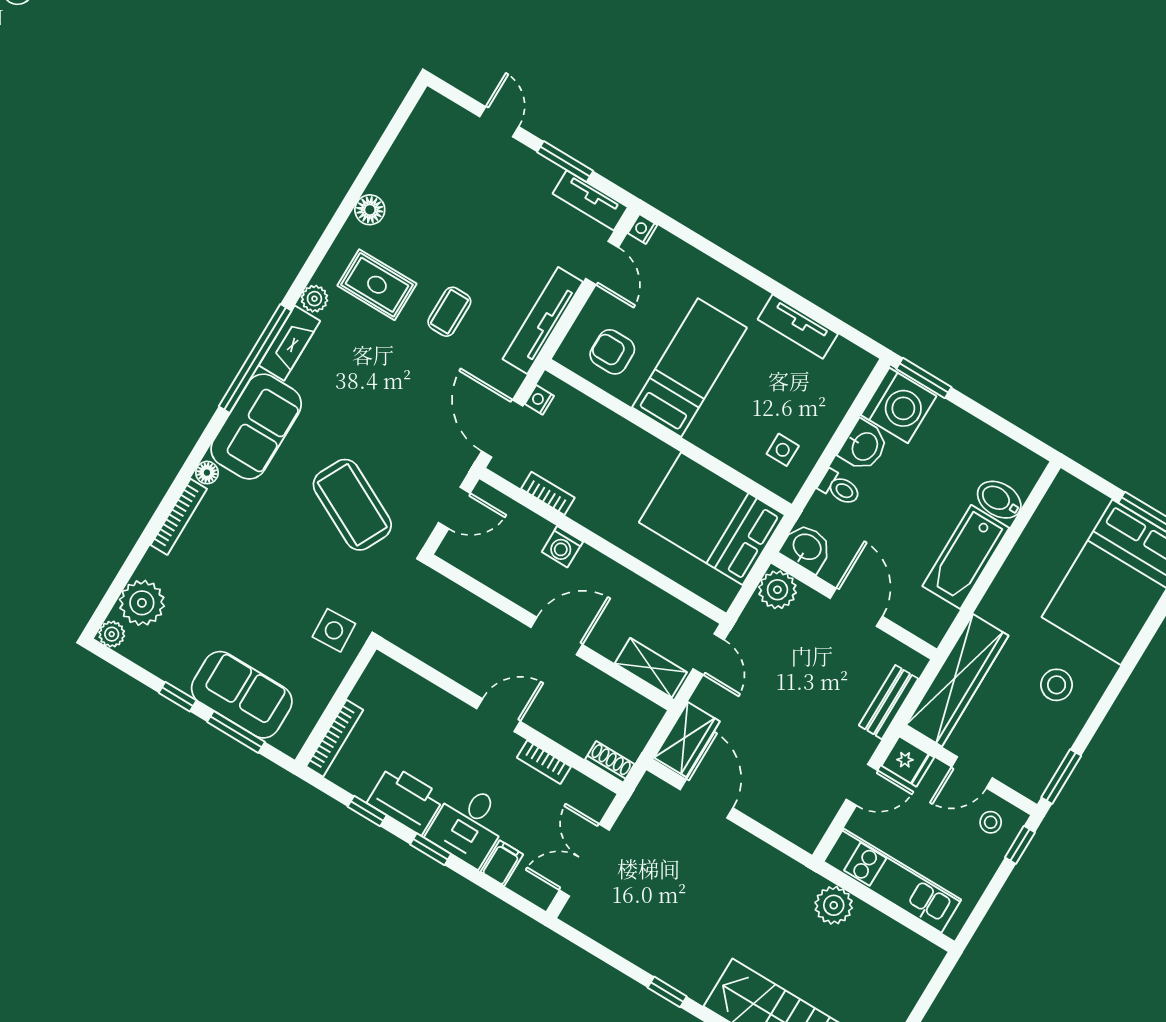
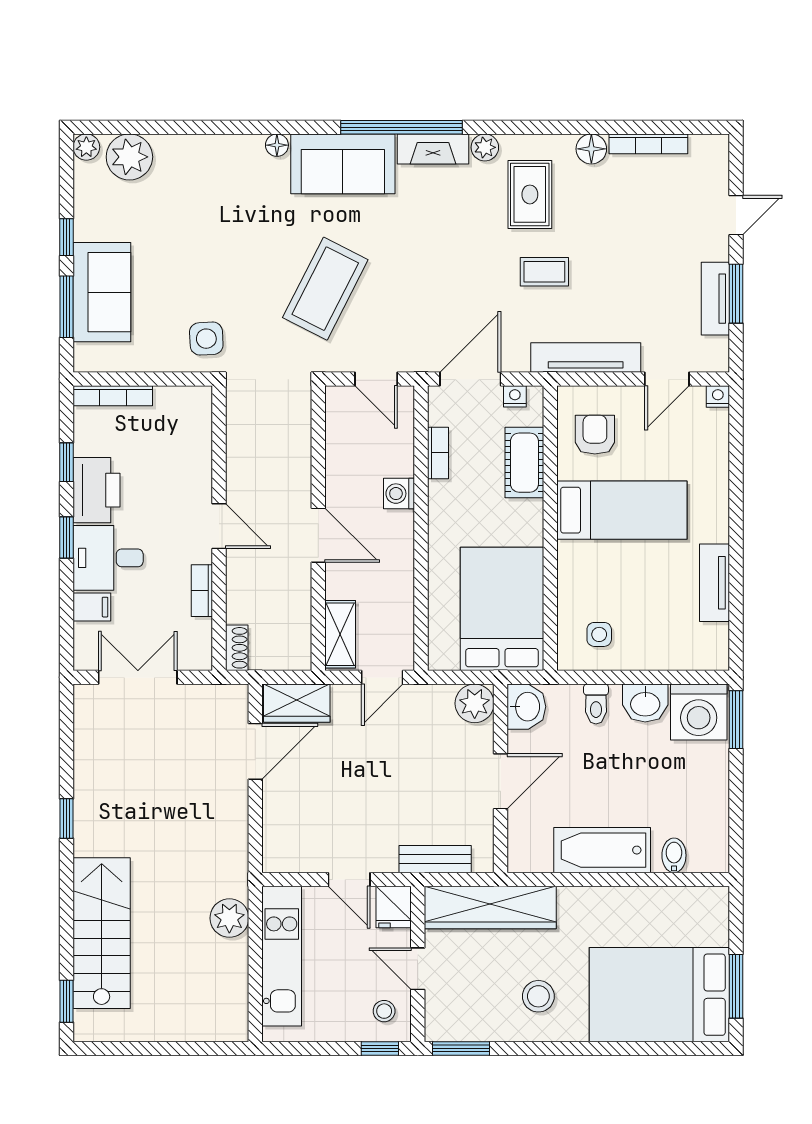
tv unit: (590, 200) -> (715, 299), moved
cot: (600, 425) -> (524, 463), added
bidet: (999, 500) -> (674, 855), width x0.72, depth x0.74
bookcase: (179, 517) -> (648, 144), moved

